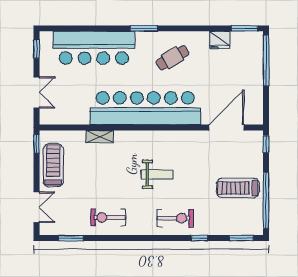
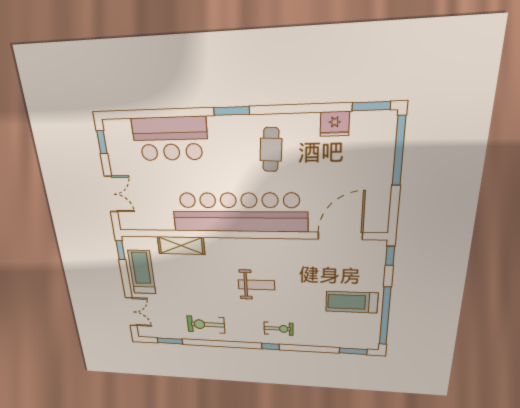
bar counter: (94, 48) -> (170, 139), width x0.73
cafe table: (173, 58) -> (271, 150), turned -57
shelving: (100, 136) -> (181, 246), width x1.50, depth x1.33
exercise bike: (175, 218) -> (279, 329), width x0.73, depth x0.72
window: (199, 238) -> (270, 347), moved

